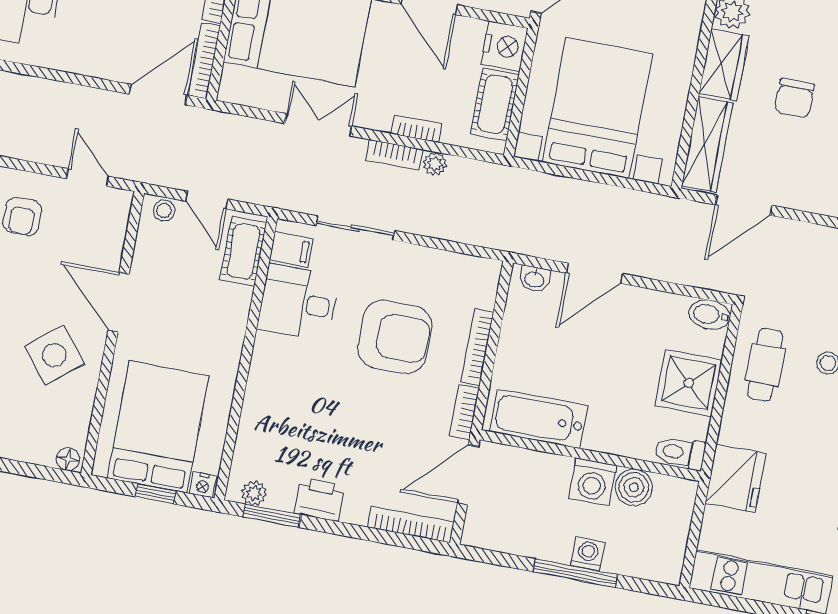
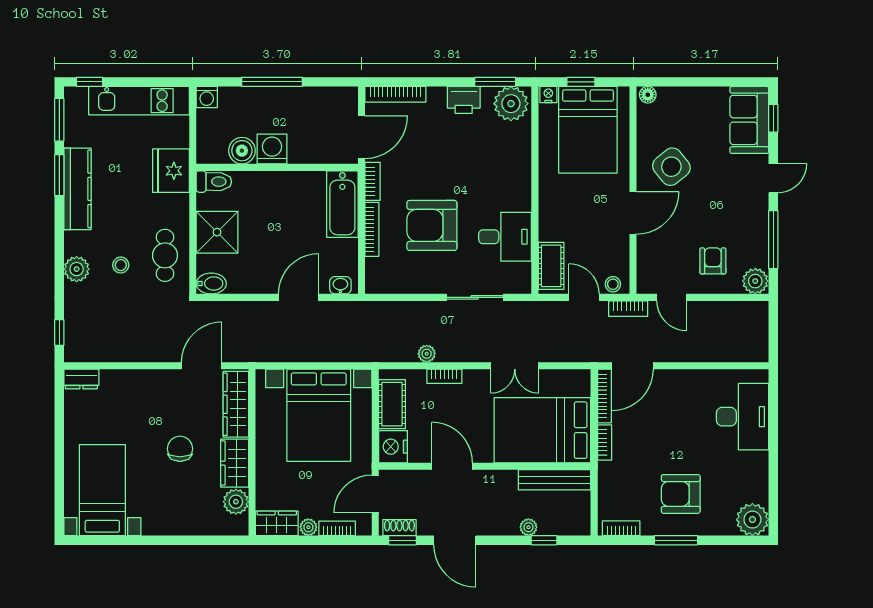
bookcase: (394, 155) -> (628, 309), moved, turned 180
filing cabinet: (291, 250) -> (517, 274), removed
door: (118, 302) -> (633, 213), hinge flipped
bathtub: (539, 419) -> (342, 204), moved, turned 90
plant: (254, 493) -> (511, 104), width x1.88, depth x1.88
washing machine: (588, 554) -> (207, 97), moved

